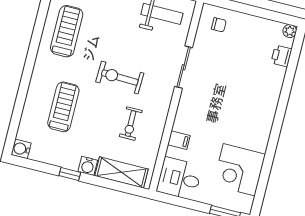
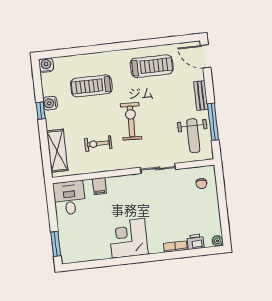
bookcase: (278, 80) -> (175, 247), added
treadmill: (63, 107) -> (91, 86), turned 180
water cooler: (88, 166) -> (50, 103), moved
corner desk: (239, 170) -> (128, 238), moved

